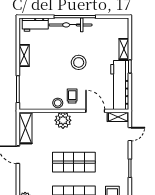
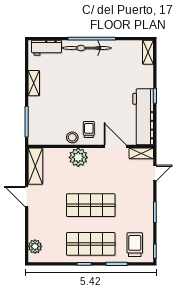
shelving: (124, 49) -> (148, 52), moved
stool: (79, 62) -> (96, 91), removed

